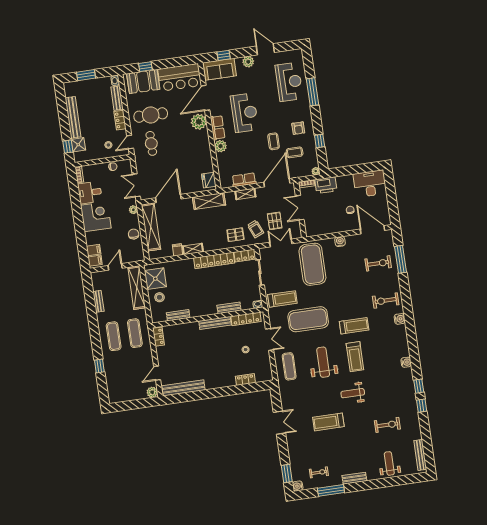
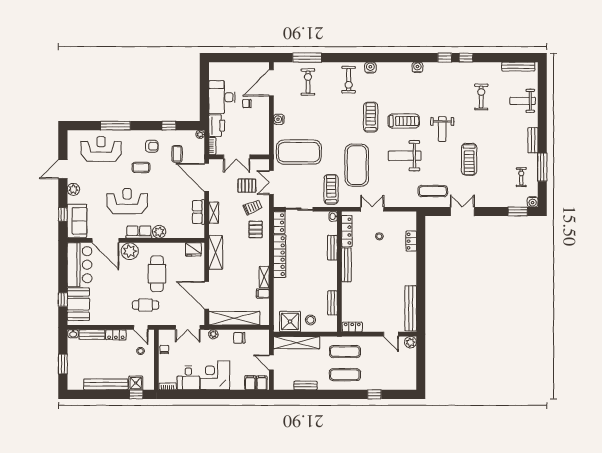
cafe table: (151, 115) -> (157, 274), moved
coffee table: (274, 141) -> (141, 167), moved
desk: (370, 184) -> (222, 97), moved
exercise mat: (289, 366) -> (433, 191), moved

